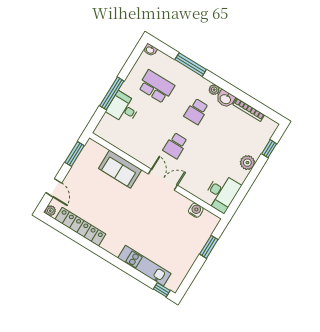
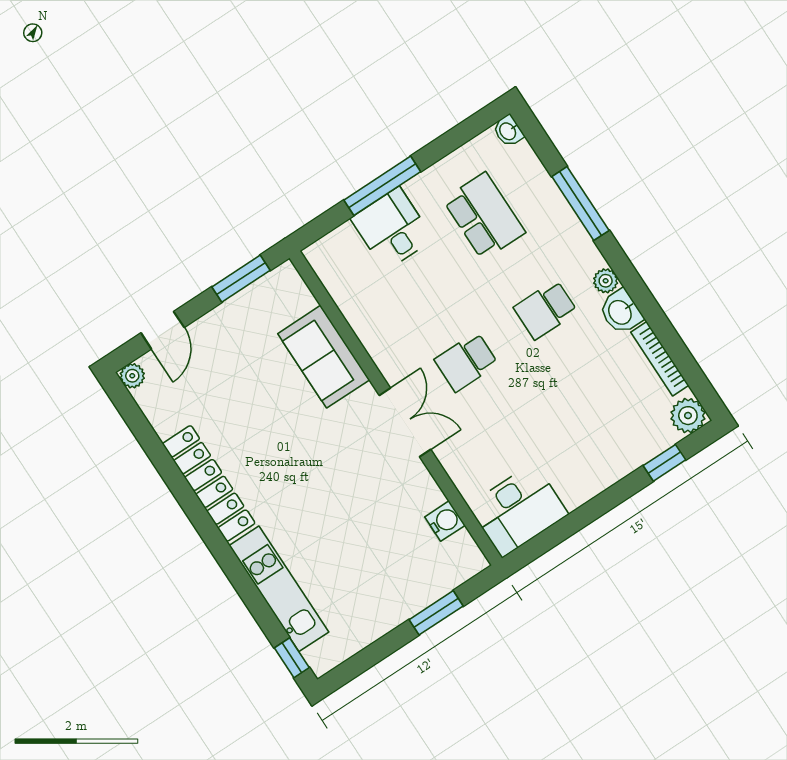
plant: (247, 163) -> (688, 416), moved
locker: (80, 227) -> (209, 483), moved

